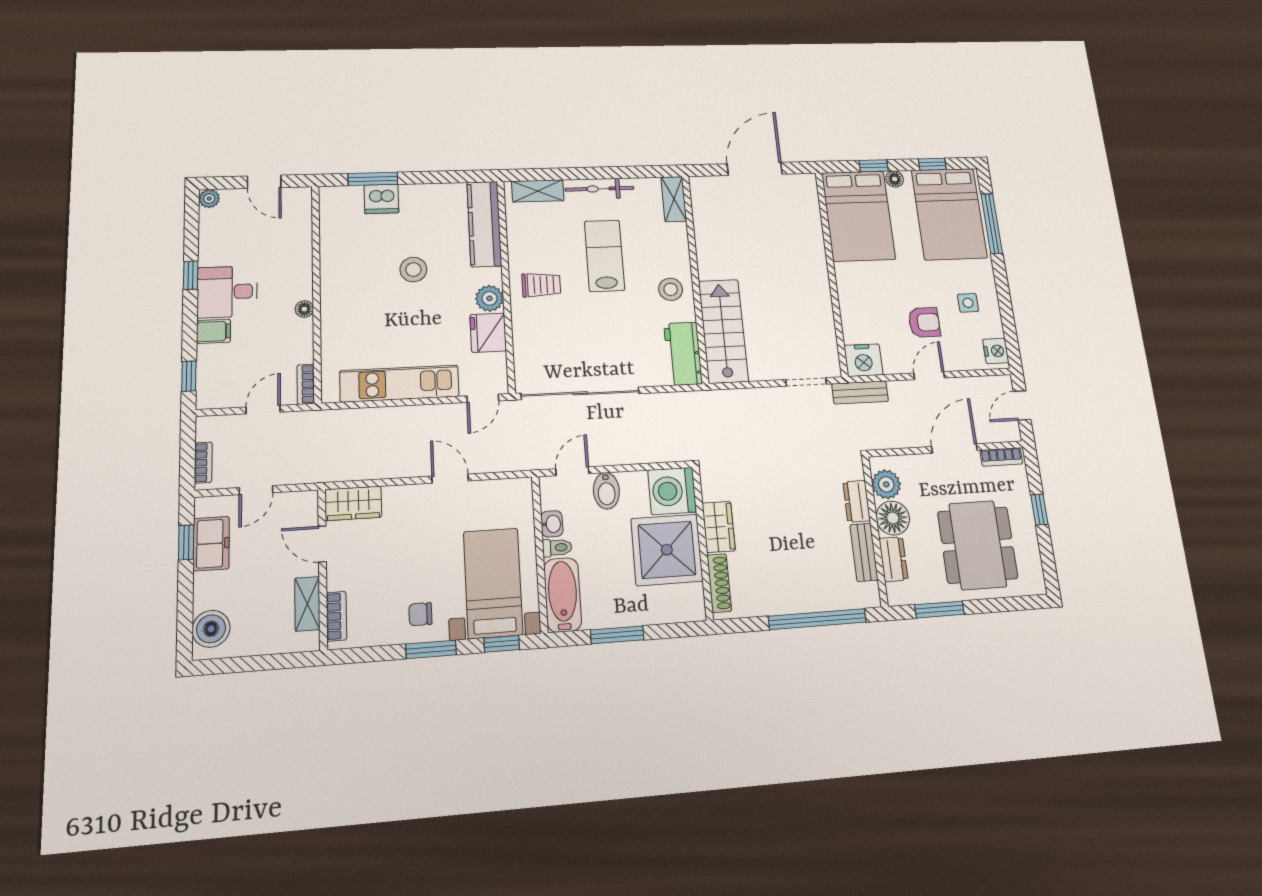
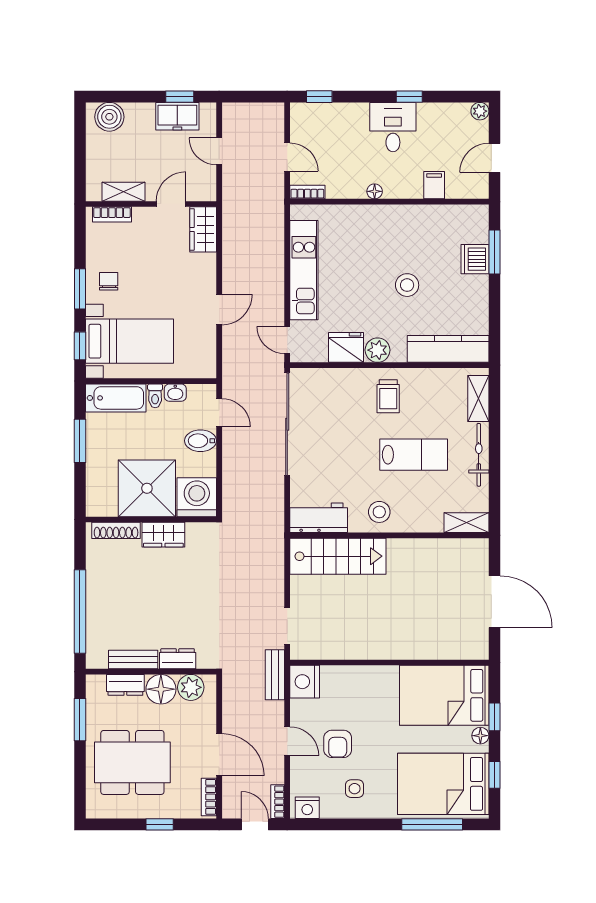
filing cabinet: (214, 331) -> (434, 185), moved, turned 180
bookcase: (203, 463) -> (278, 802), moved, turned 90

